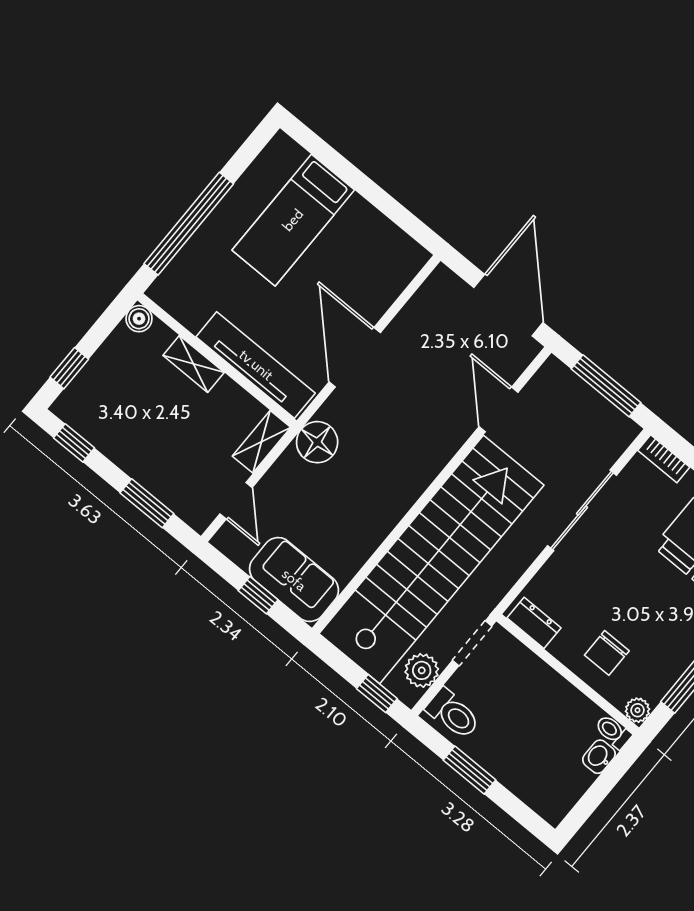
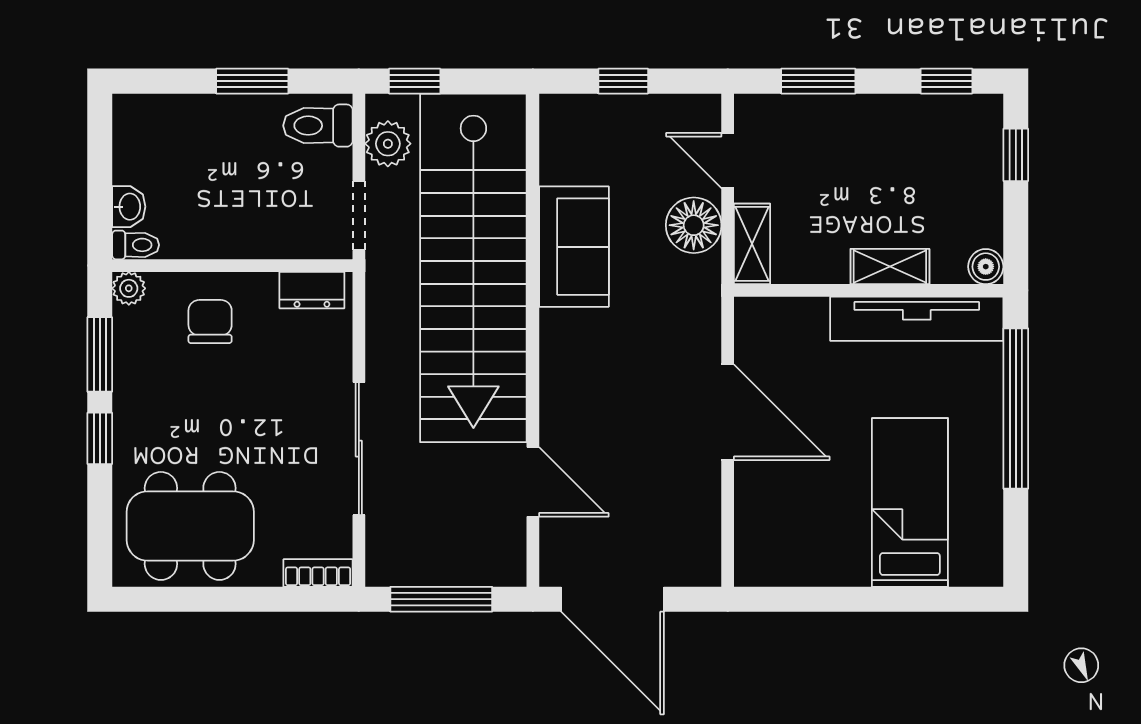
tv unit: (256, 365) -> (917, 319), moved
floor lamp: (317, 442) -> (694, 225), moved
sofa: (294, 580) -> (574, 247), moved, turned -90

